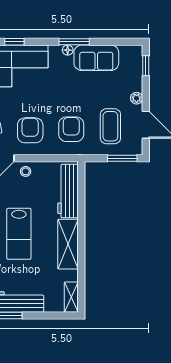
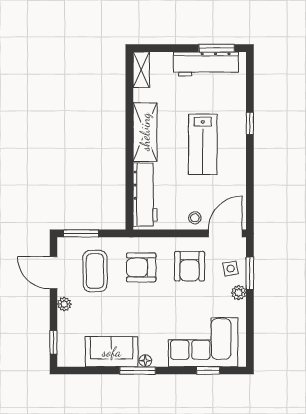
armchair: (71, 129) -> (141, 267), turned 90
lab bench: (19, 234) -> (203, 144), turned 180

